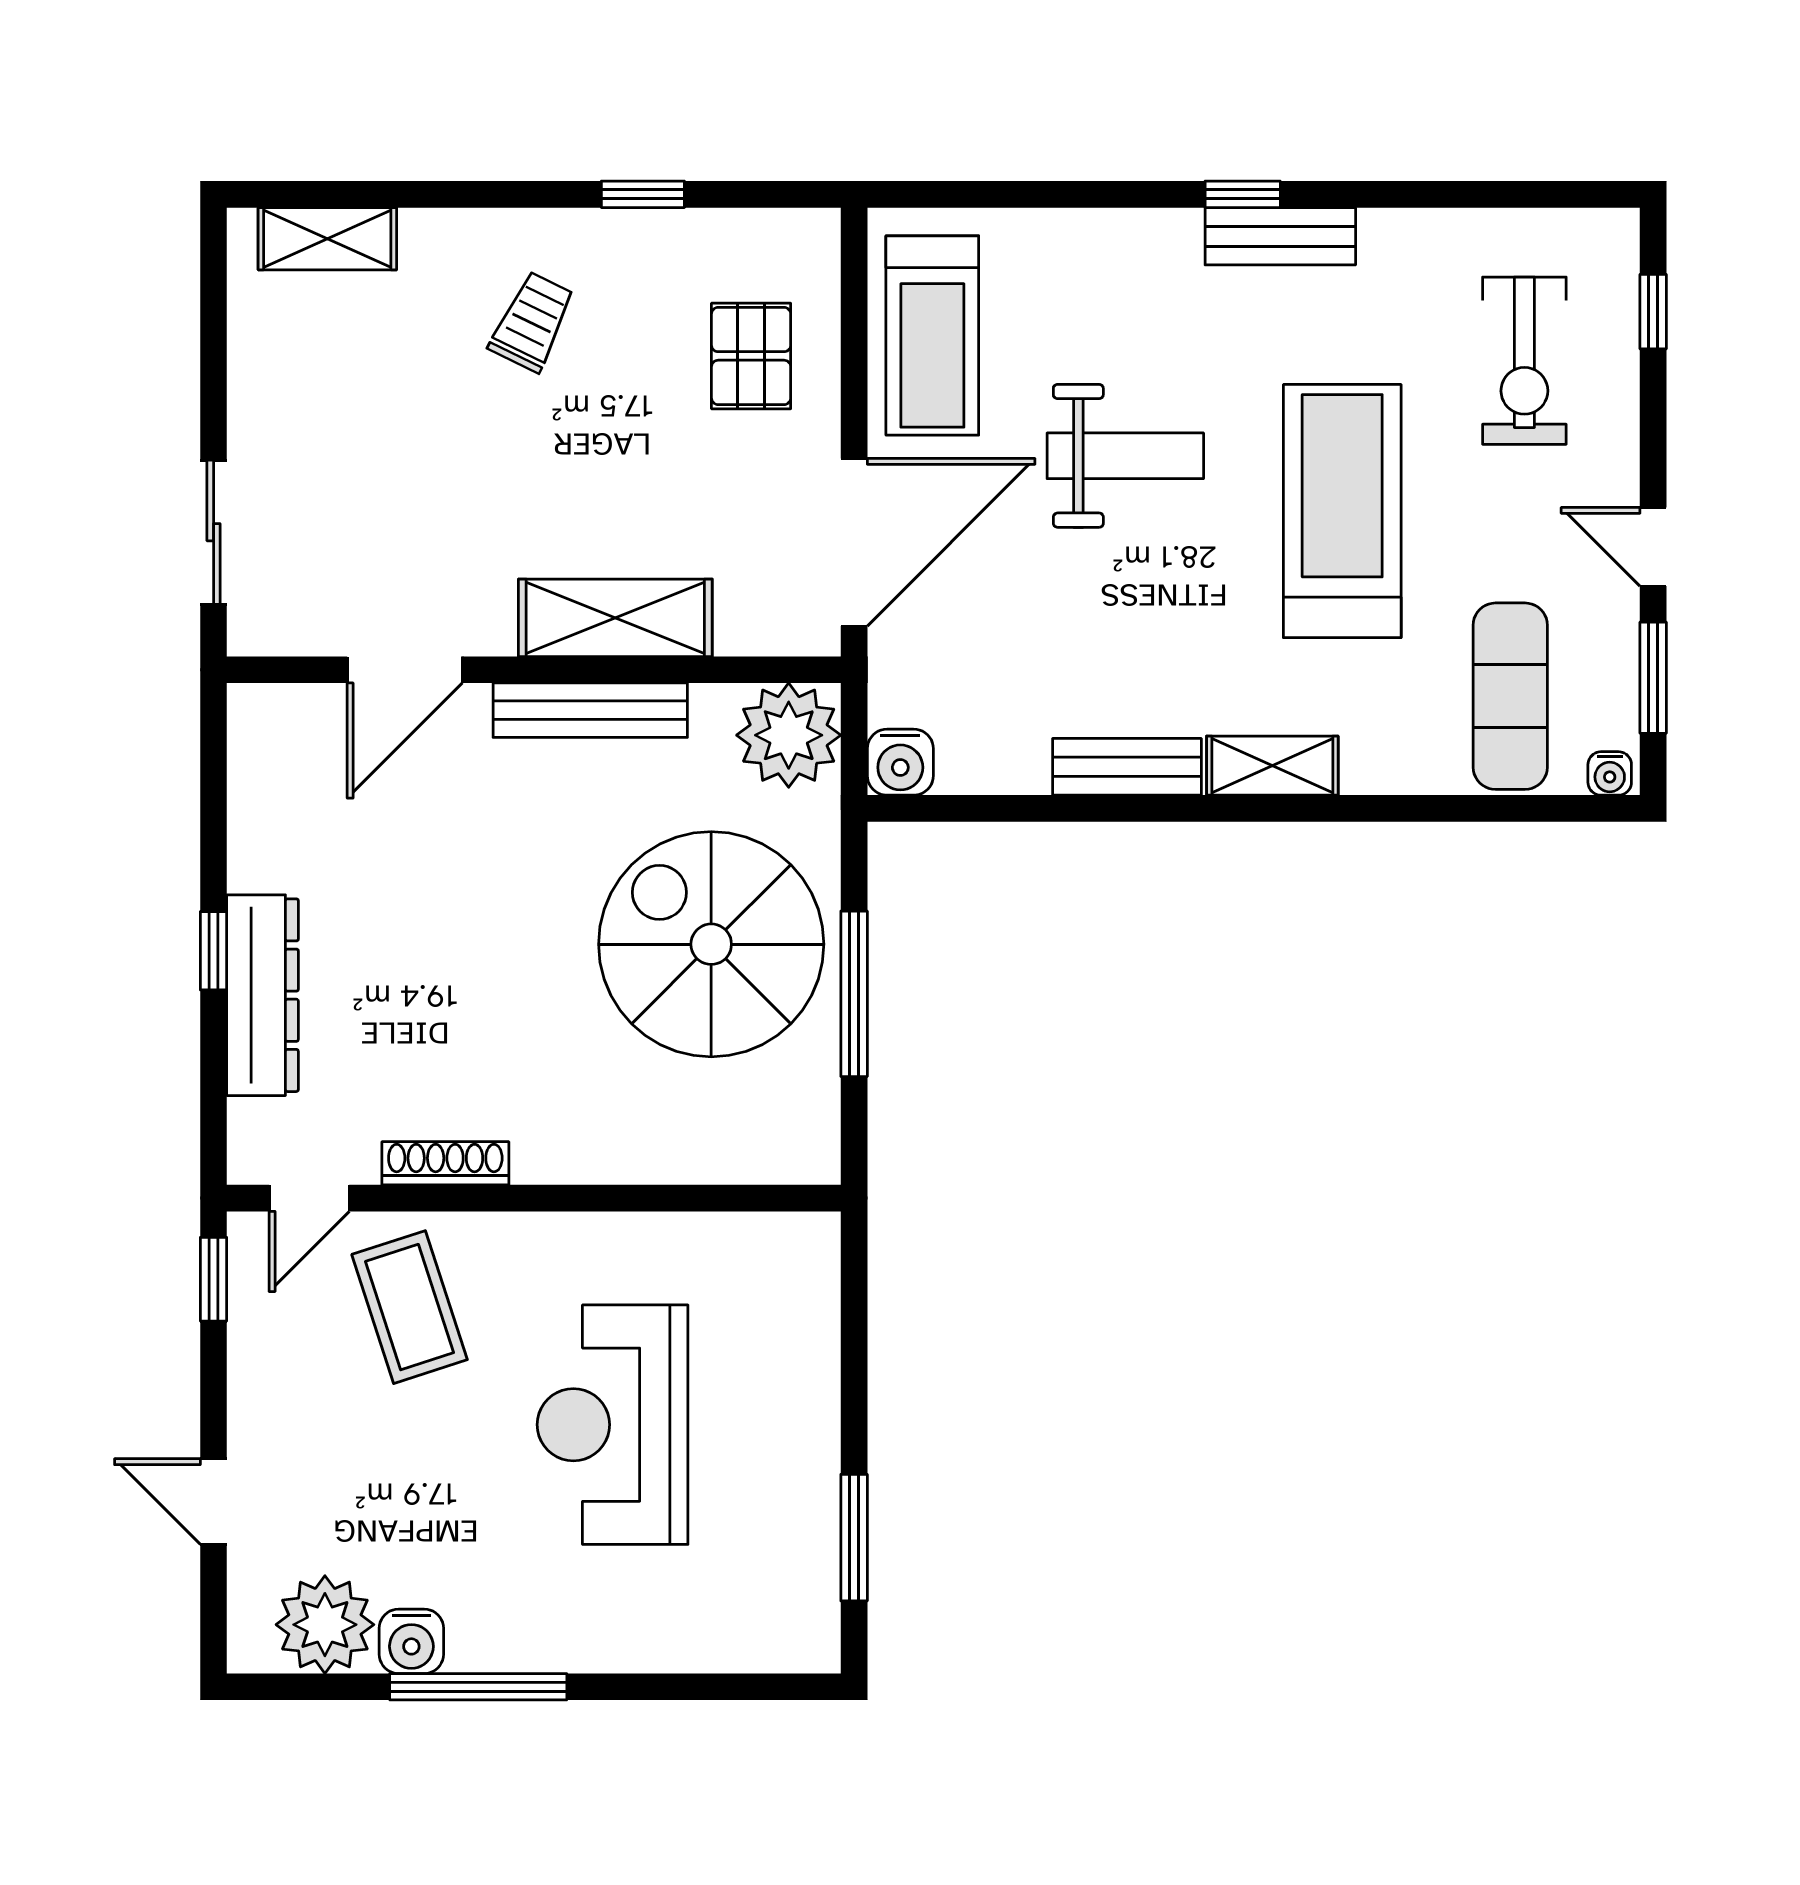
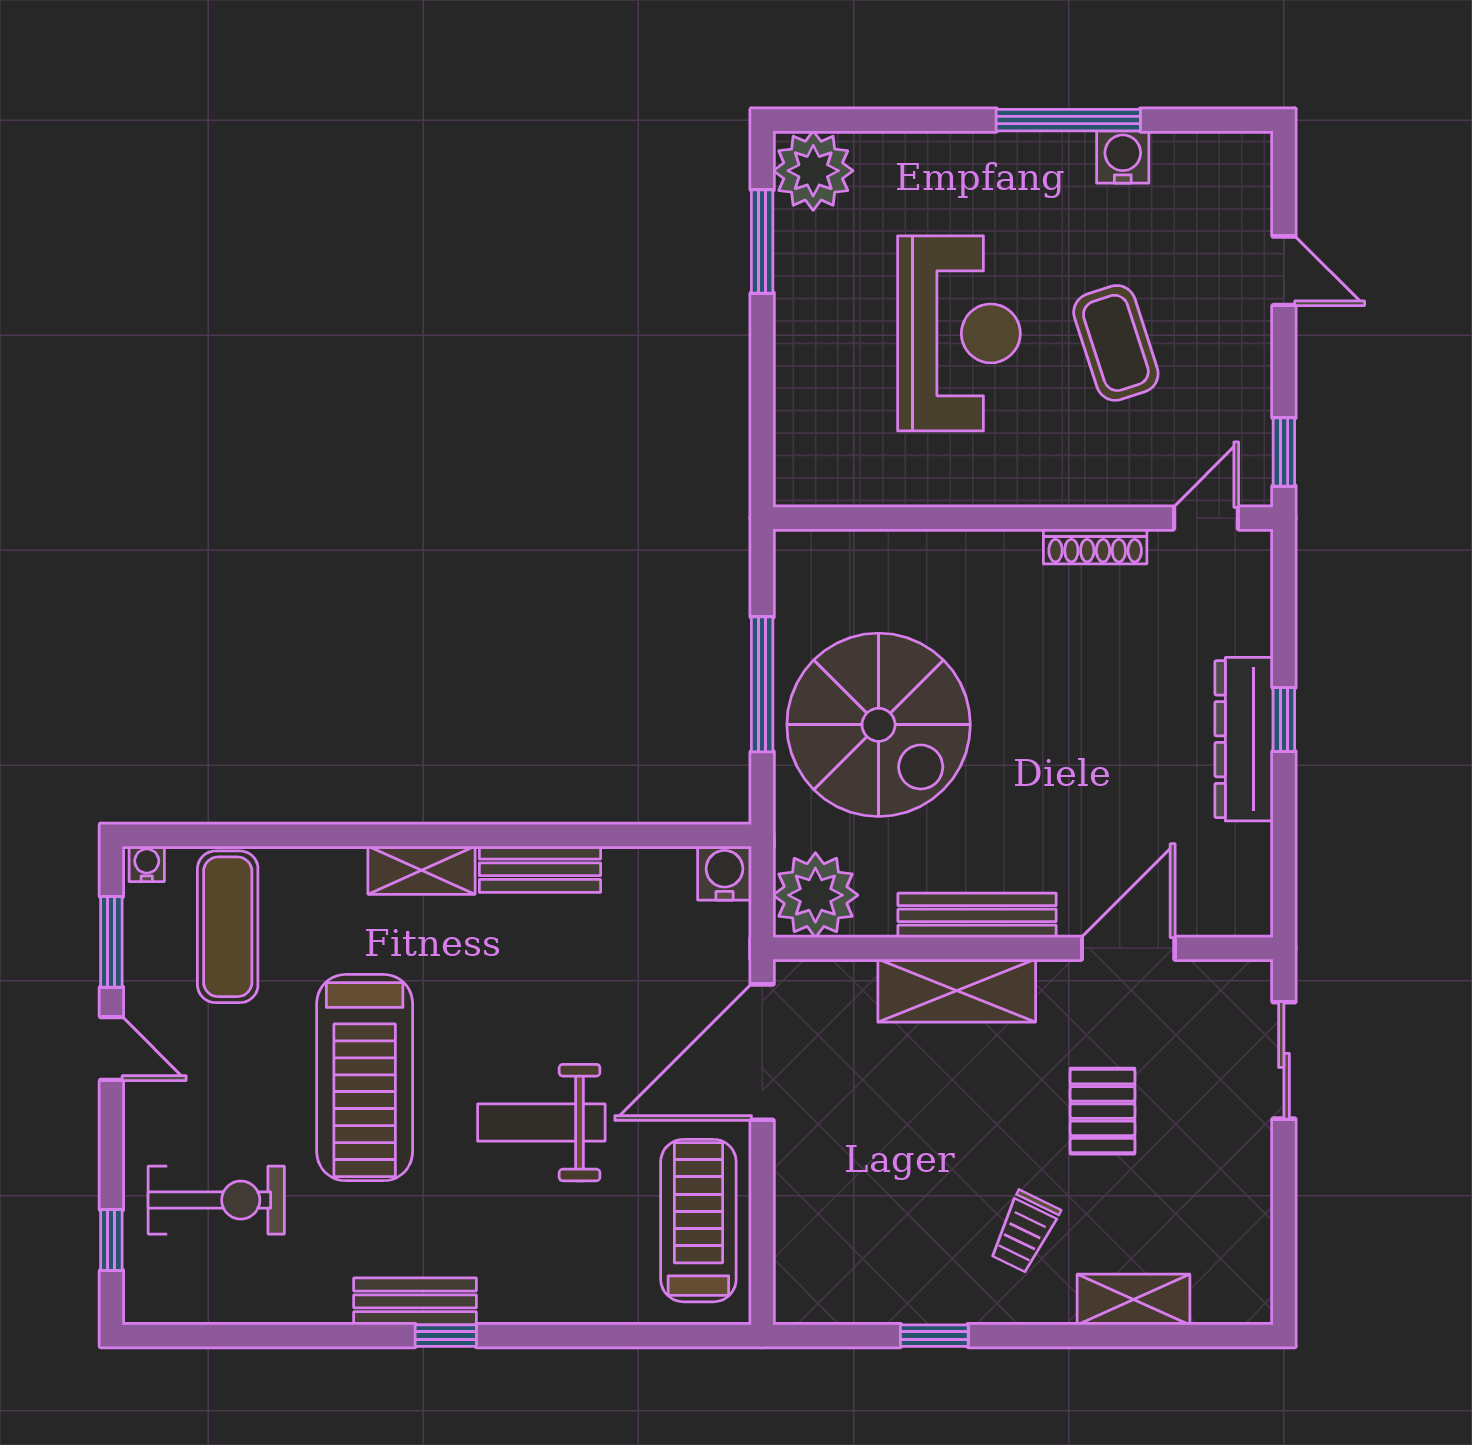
shelving: (327, 239) -> (1133, 1299), moved
pallet: (751, 356) -> (1102, 1111), moved
exercise bike: (1524, 361) -> (216, 1200), turned 90
dresser: (263, 995) -> (1244, 739), moved
coffee table: (410, 1307) -> (1116, 343), moved
plant: (325, 1625) -> (813, 171), moved

